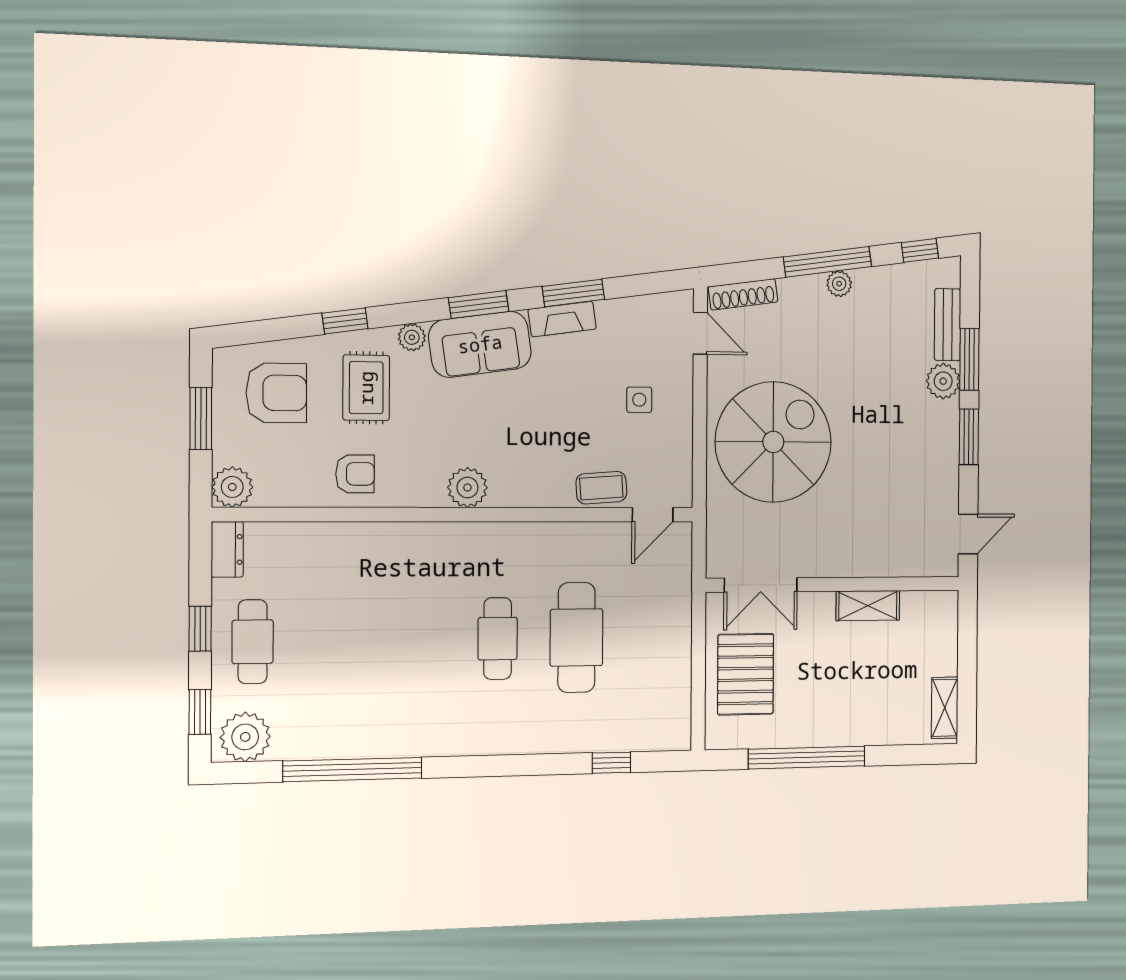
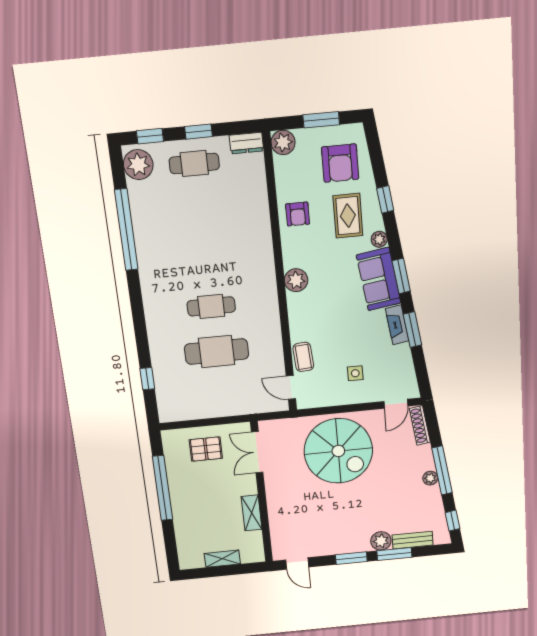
rug: (366, 388) -> (348, 216), turned 90
pallet: (746, 674) -> (206, 449), width x0.67, depth x0.71
shelving: (945, 708) -> (222, 559), moved

